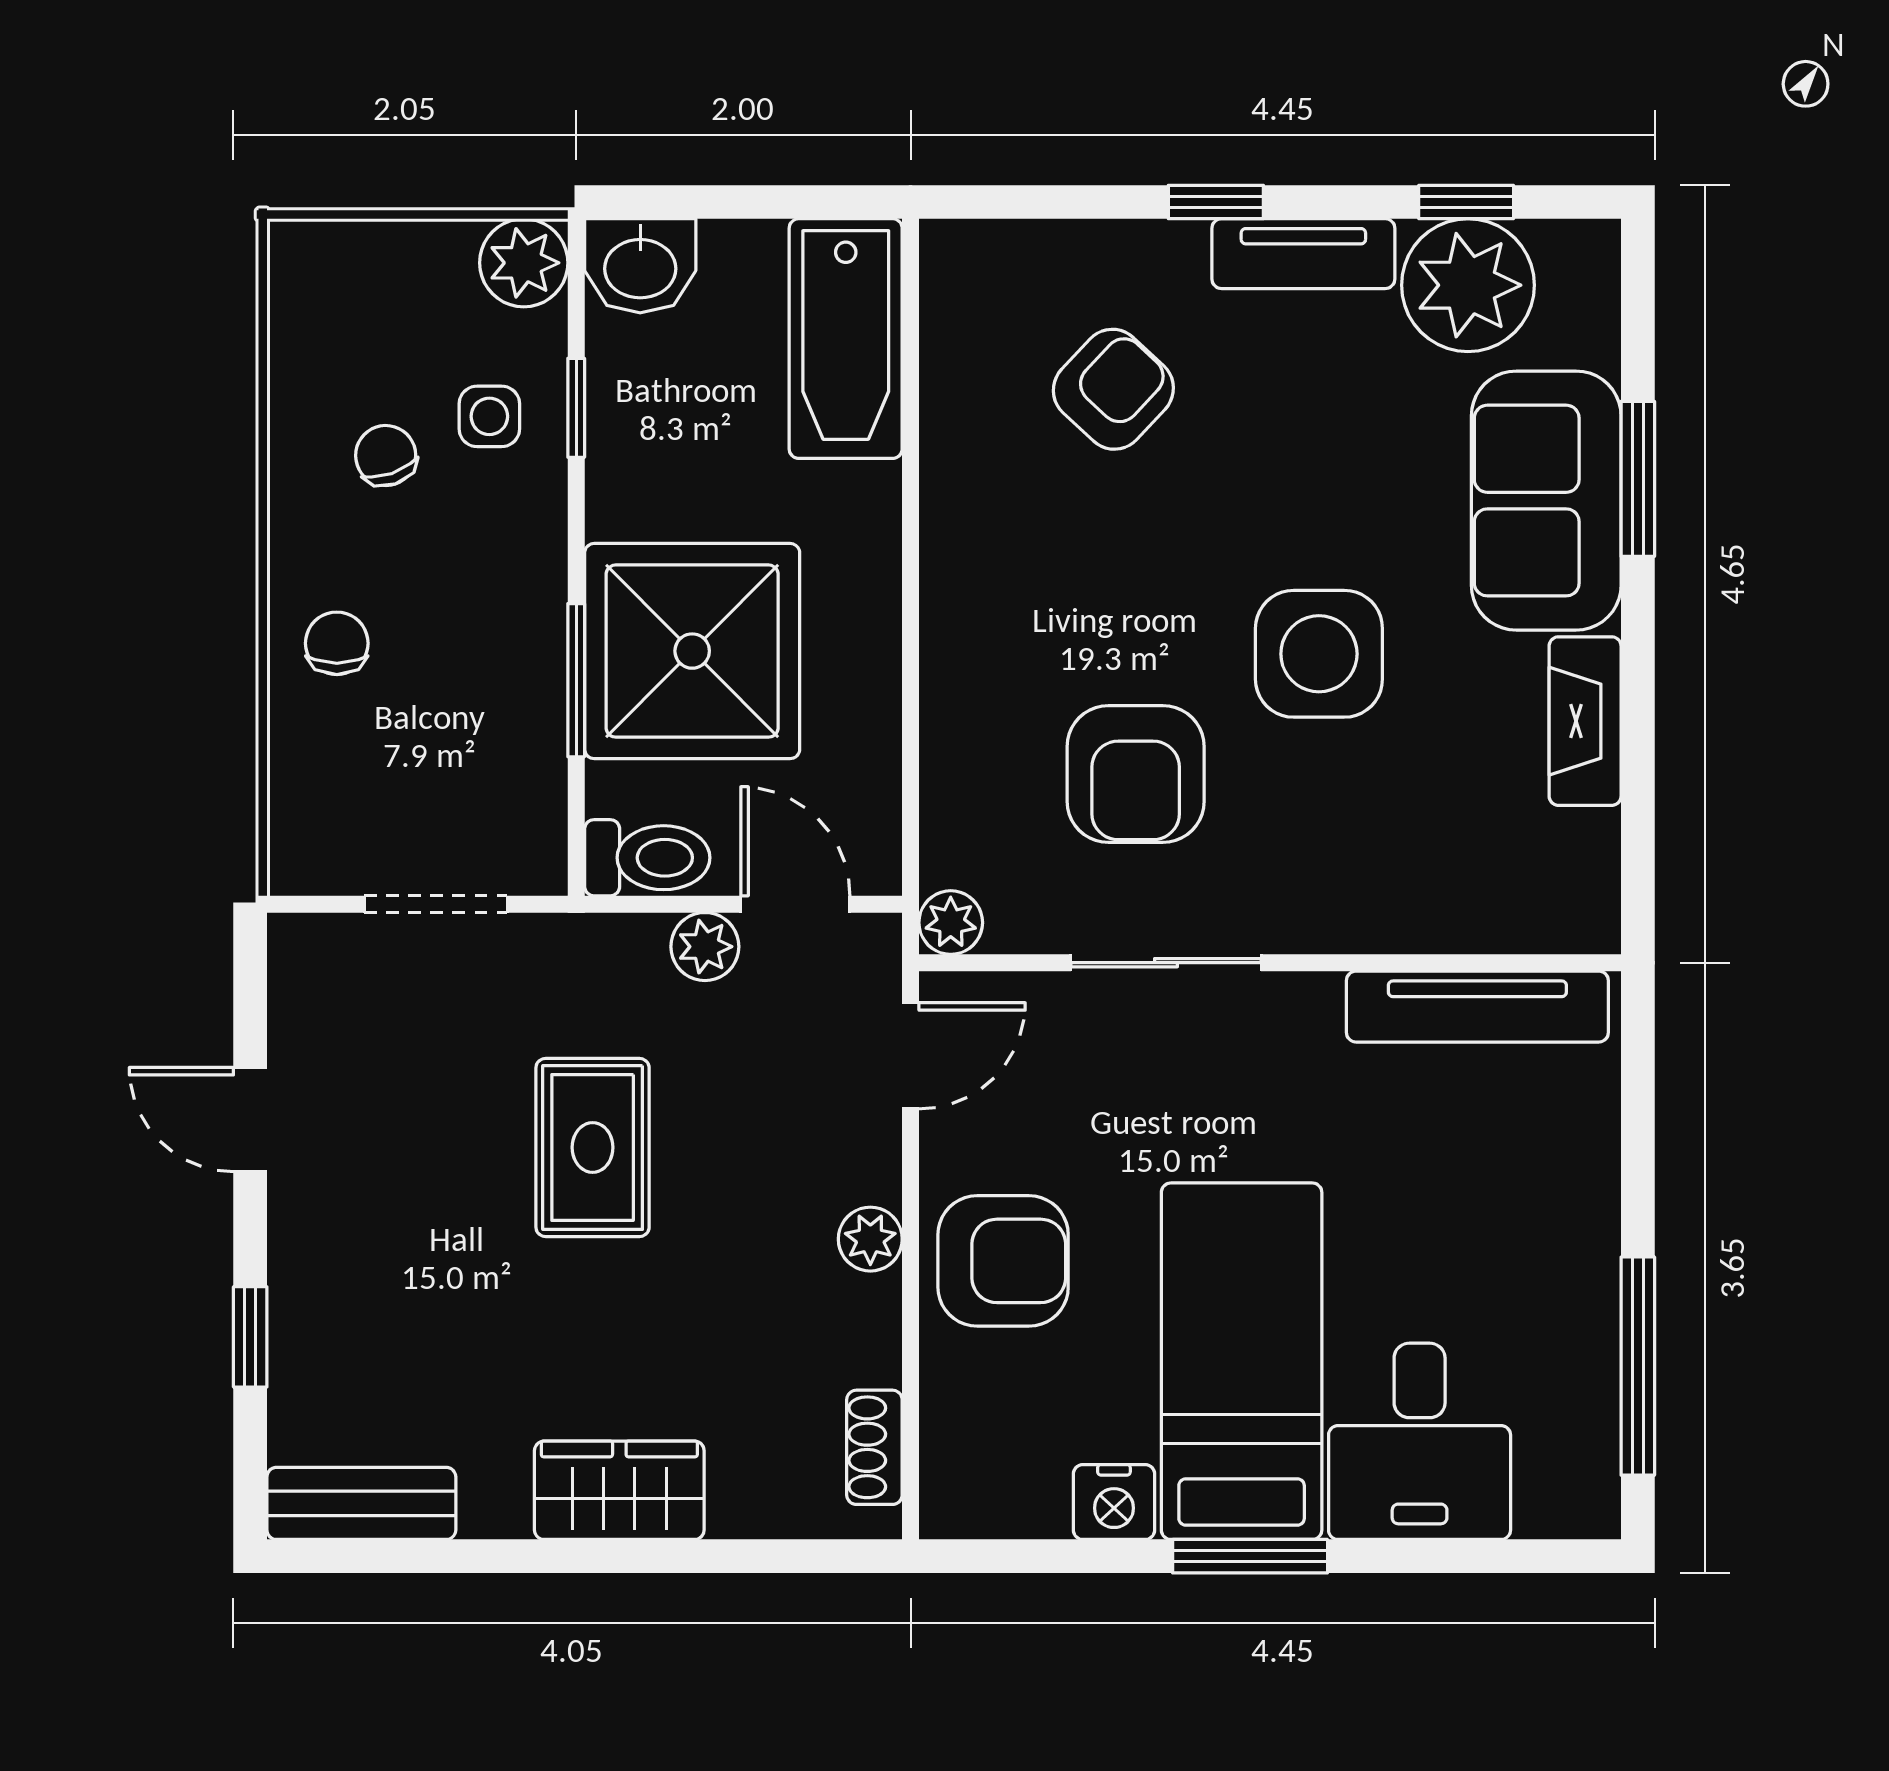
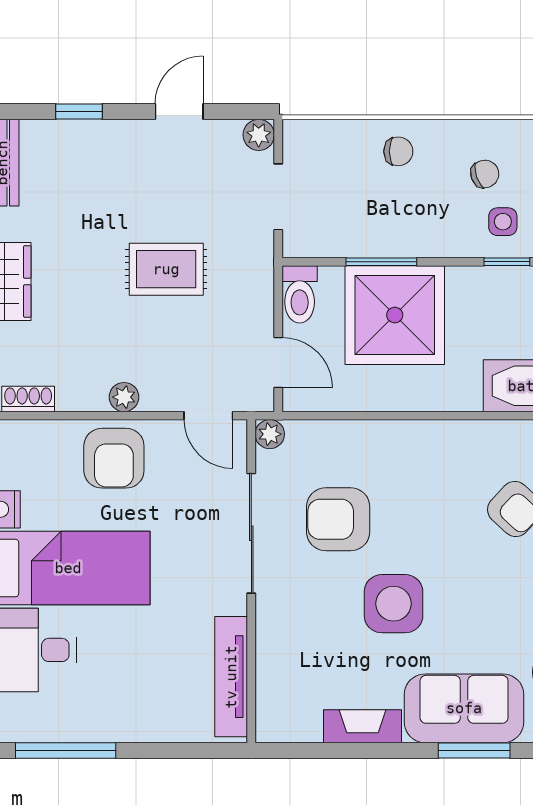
door: (795, 904) -> (278, 363), hinge flipped
plant: (705, 947) -> (259, 135), moved
sliding door: (1166, 963) -> (251, 533), width x1.37

